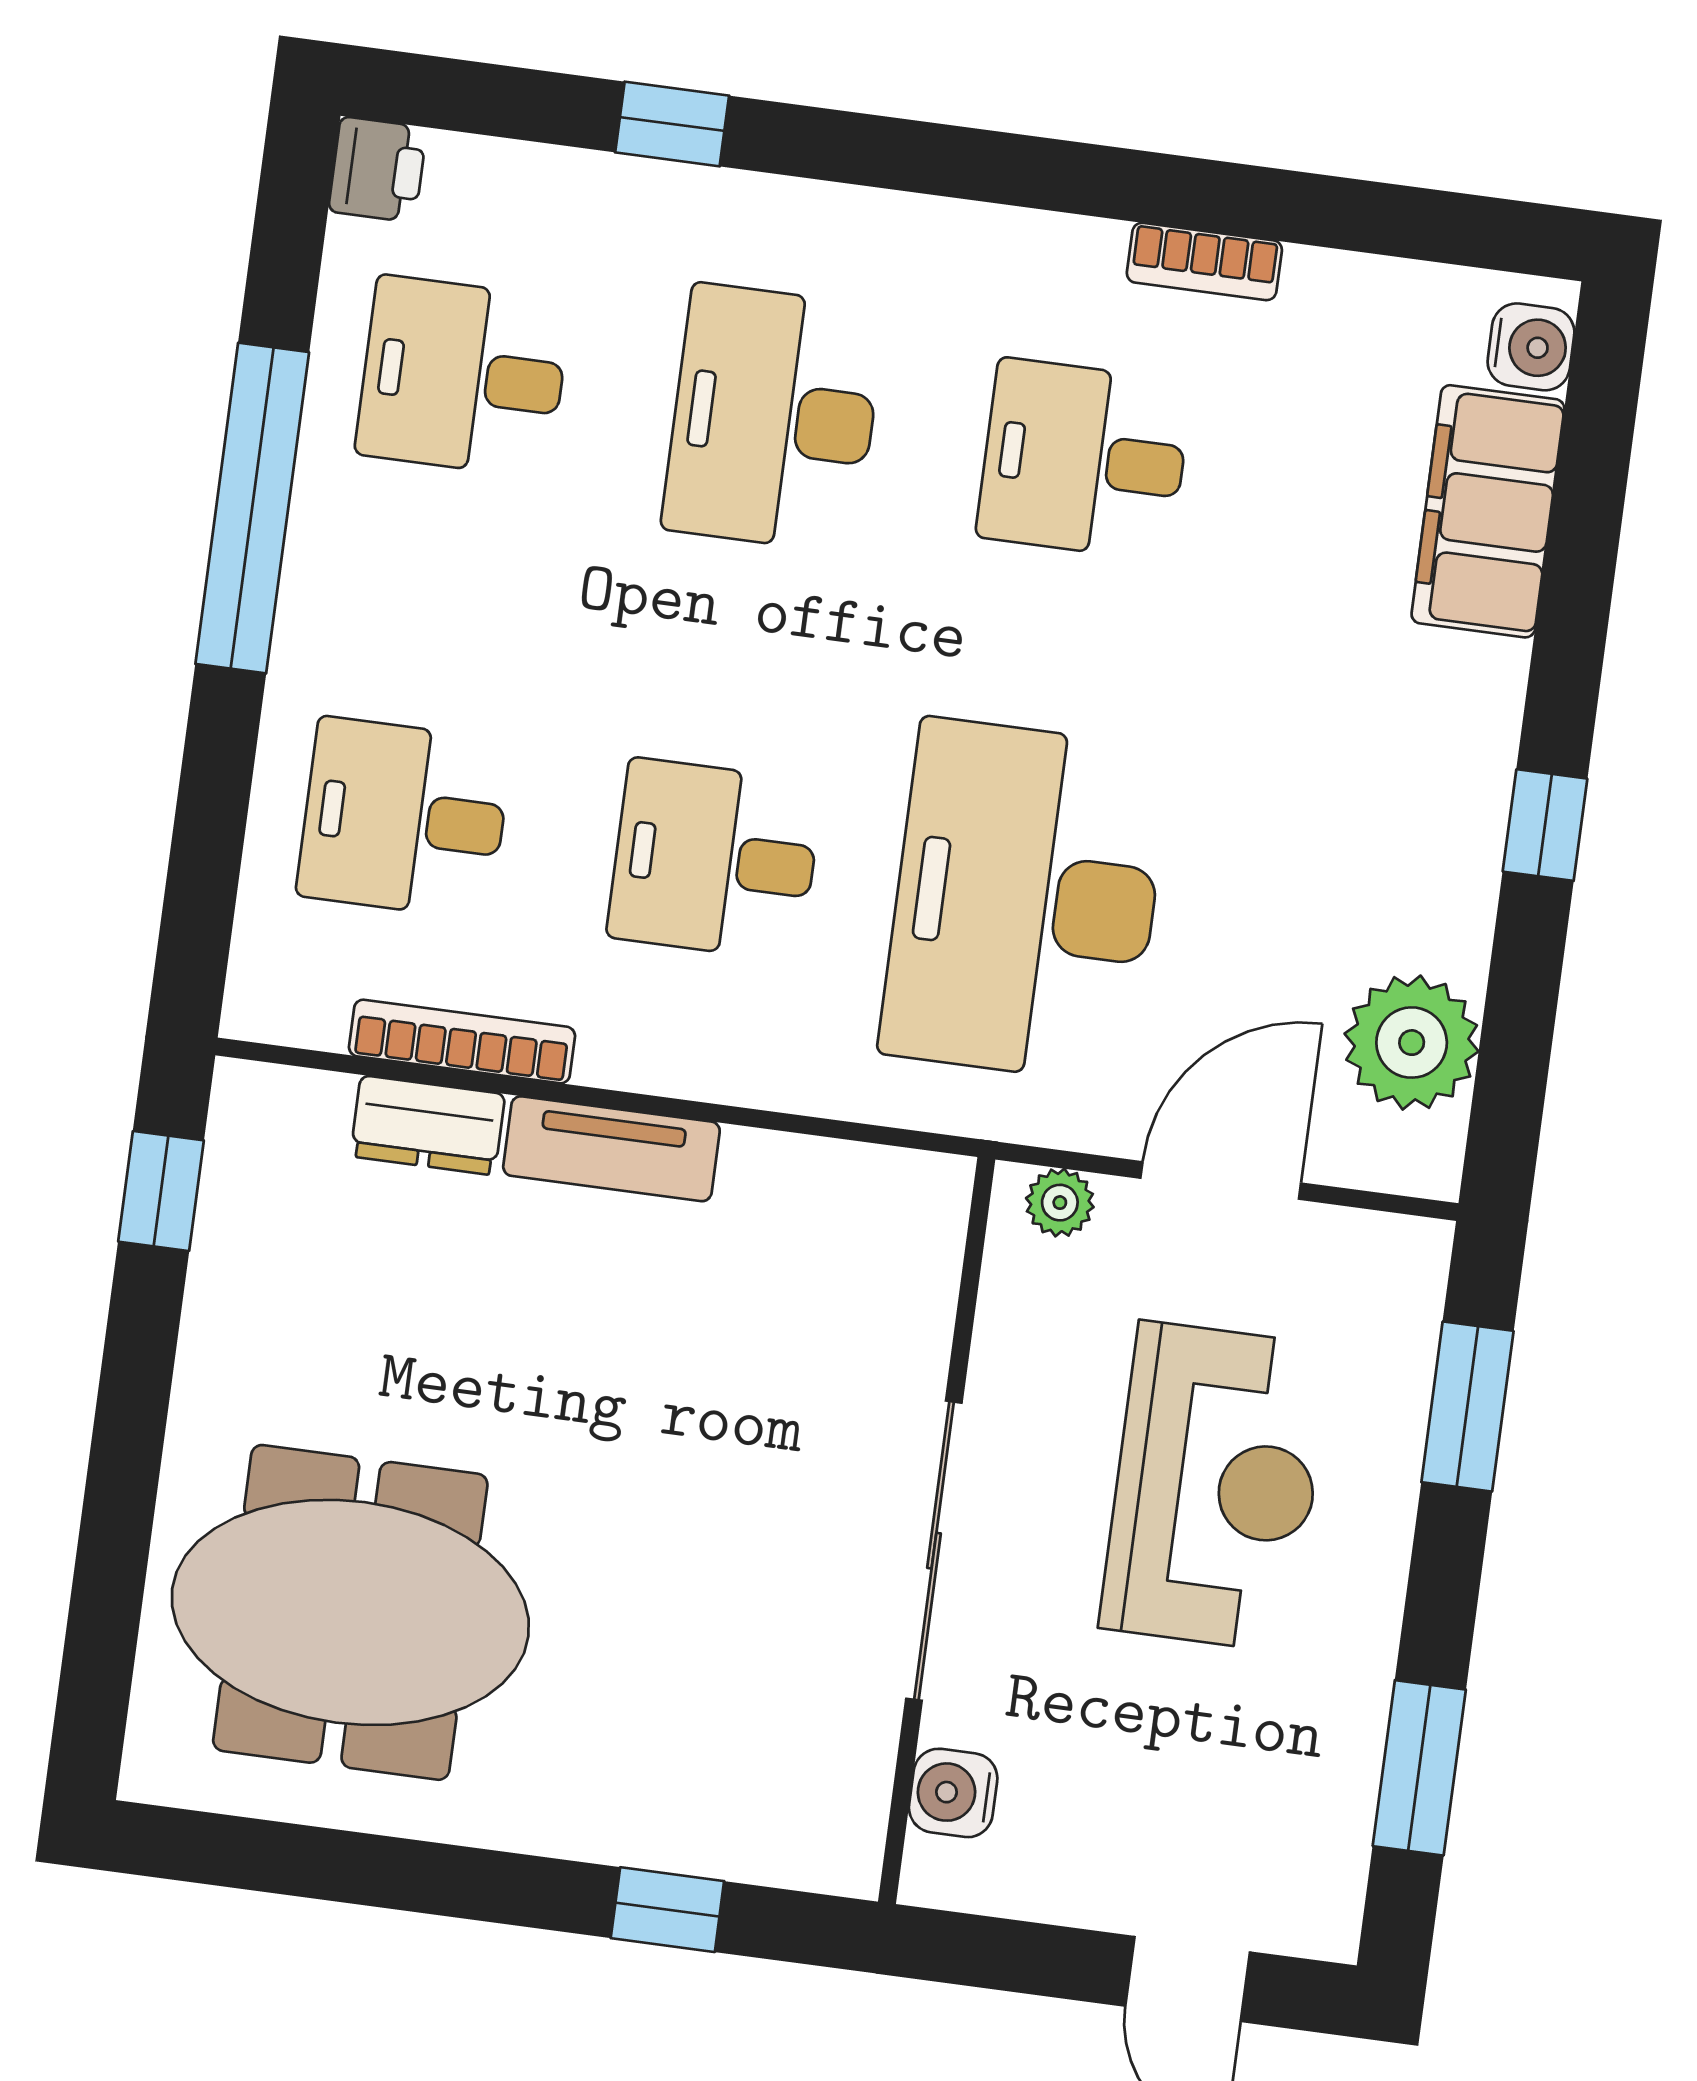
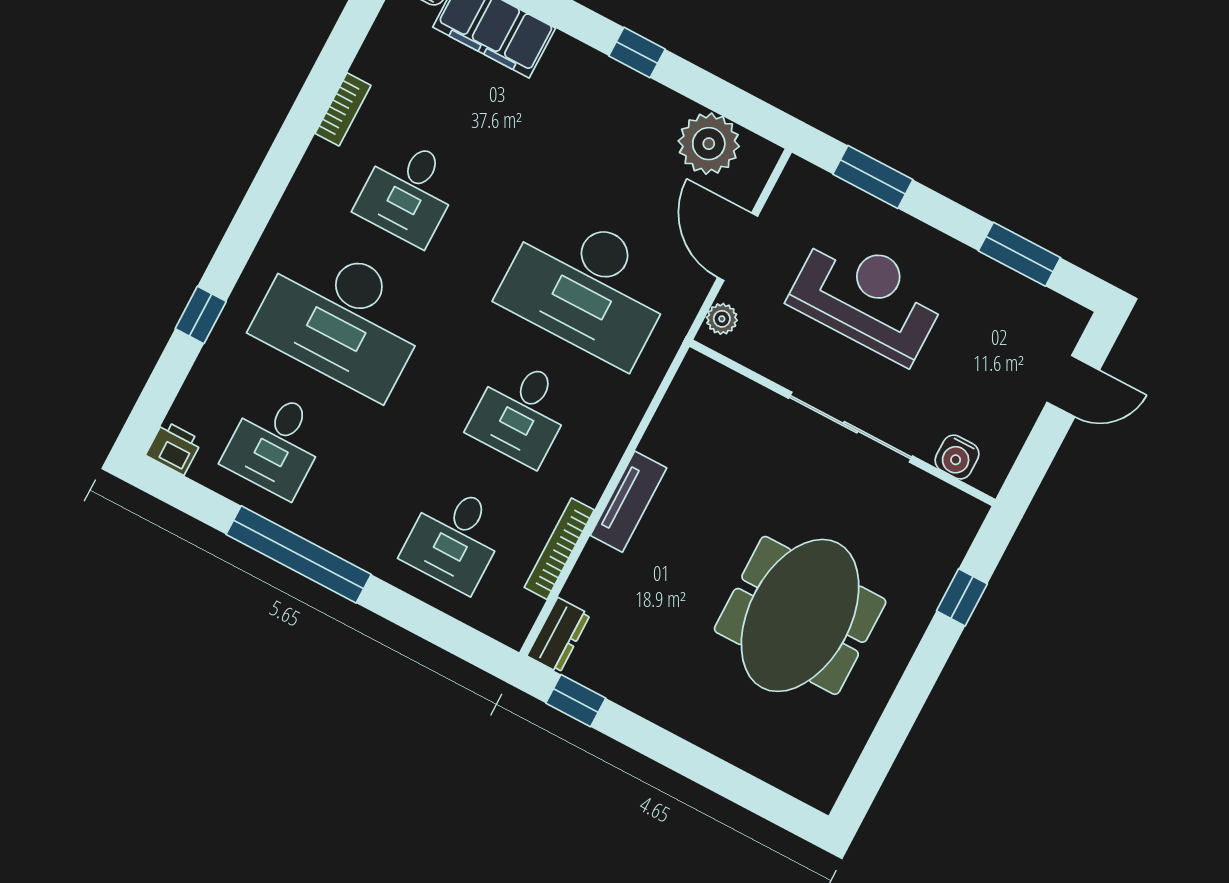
desk: (774, 418) -> (342, 318), width x1.36, depth x1.30
dresser: (428, 1125) -> (559, 635), moved
meeting table: (350, 1612) -> (800, 615), moved

